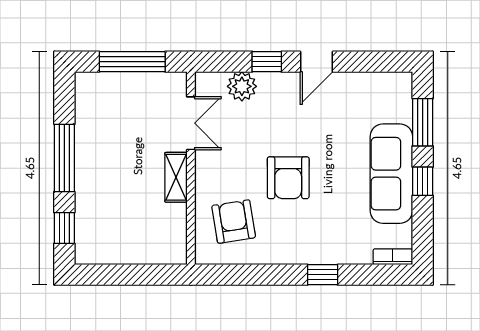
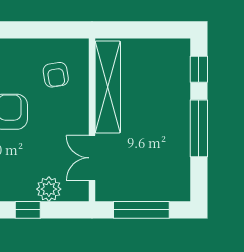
shelving: (176, 177) -> (108, 87), width x2.20, depth x1.33
armchair: (234, 222) -> (56, 75), width x0.72, depth x0.72

